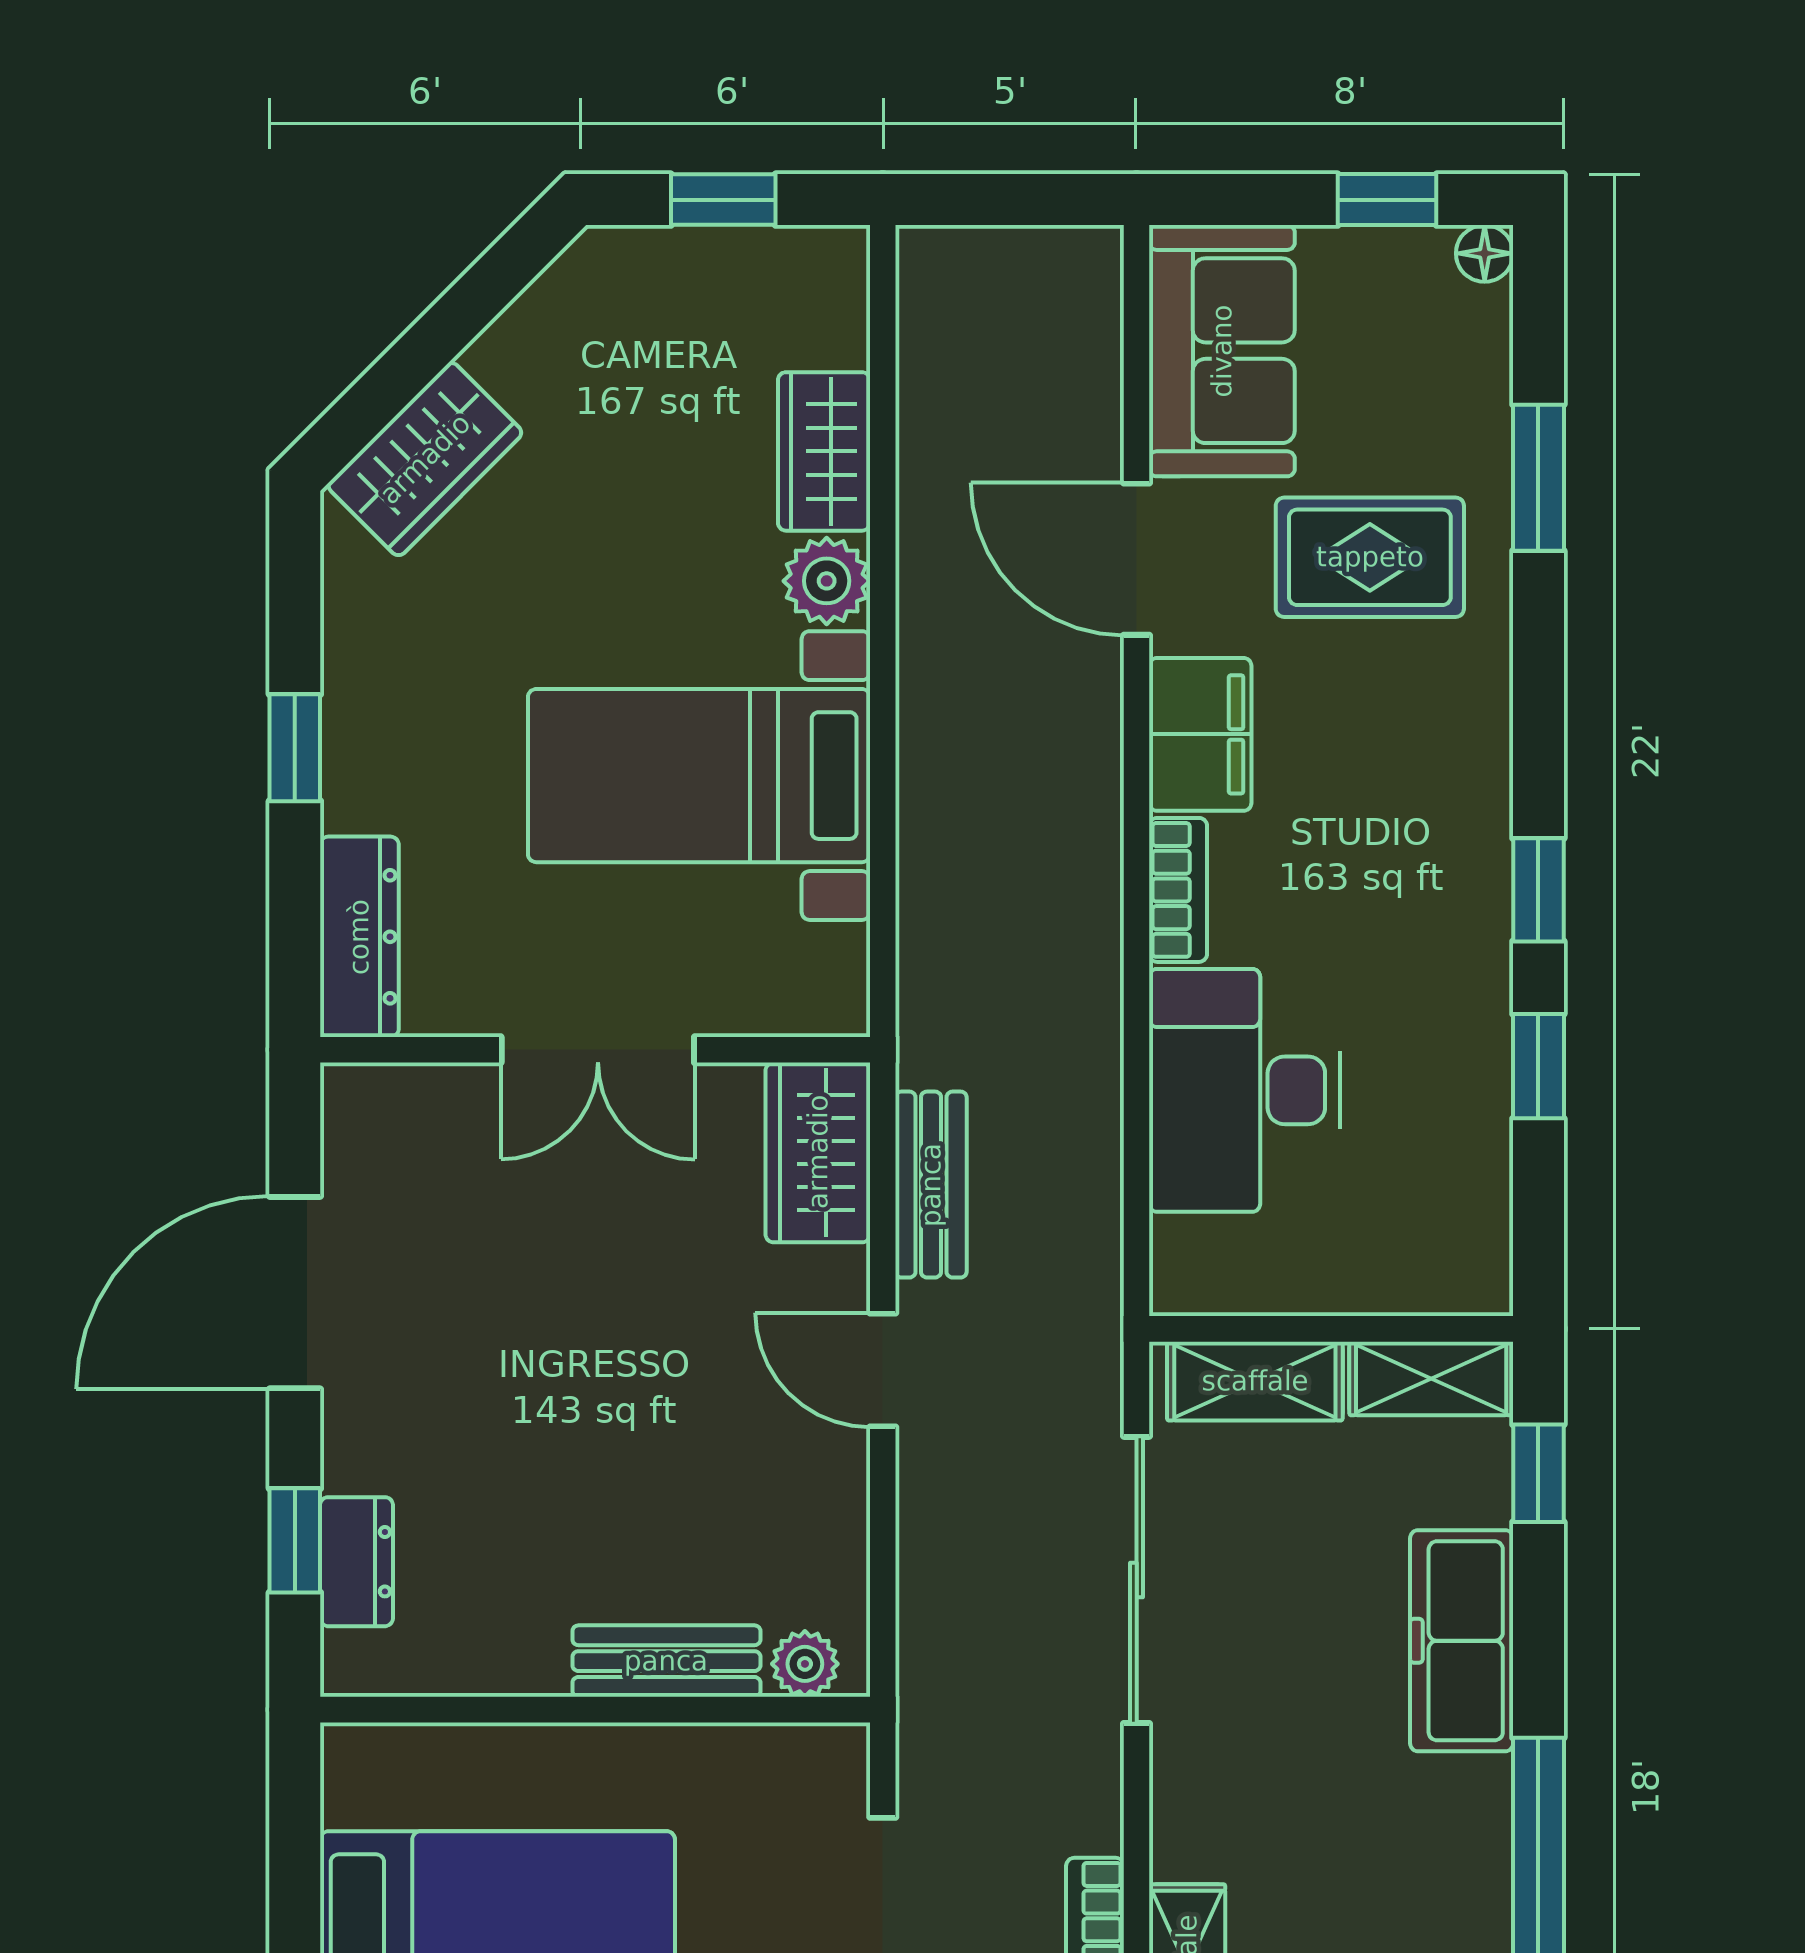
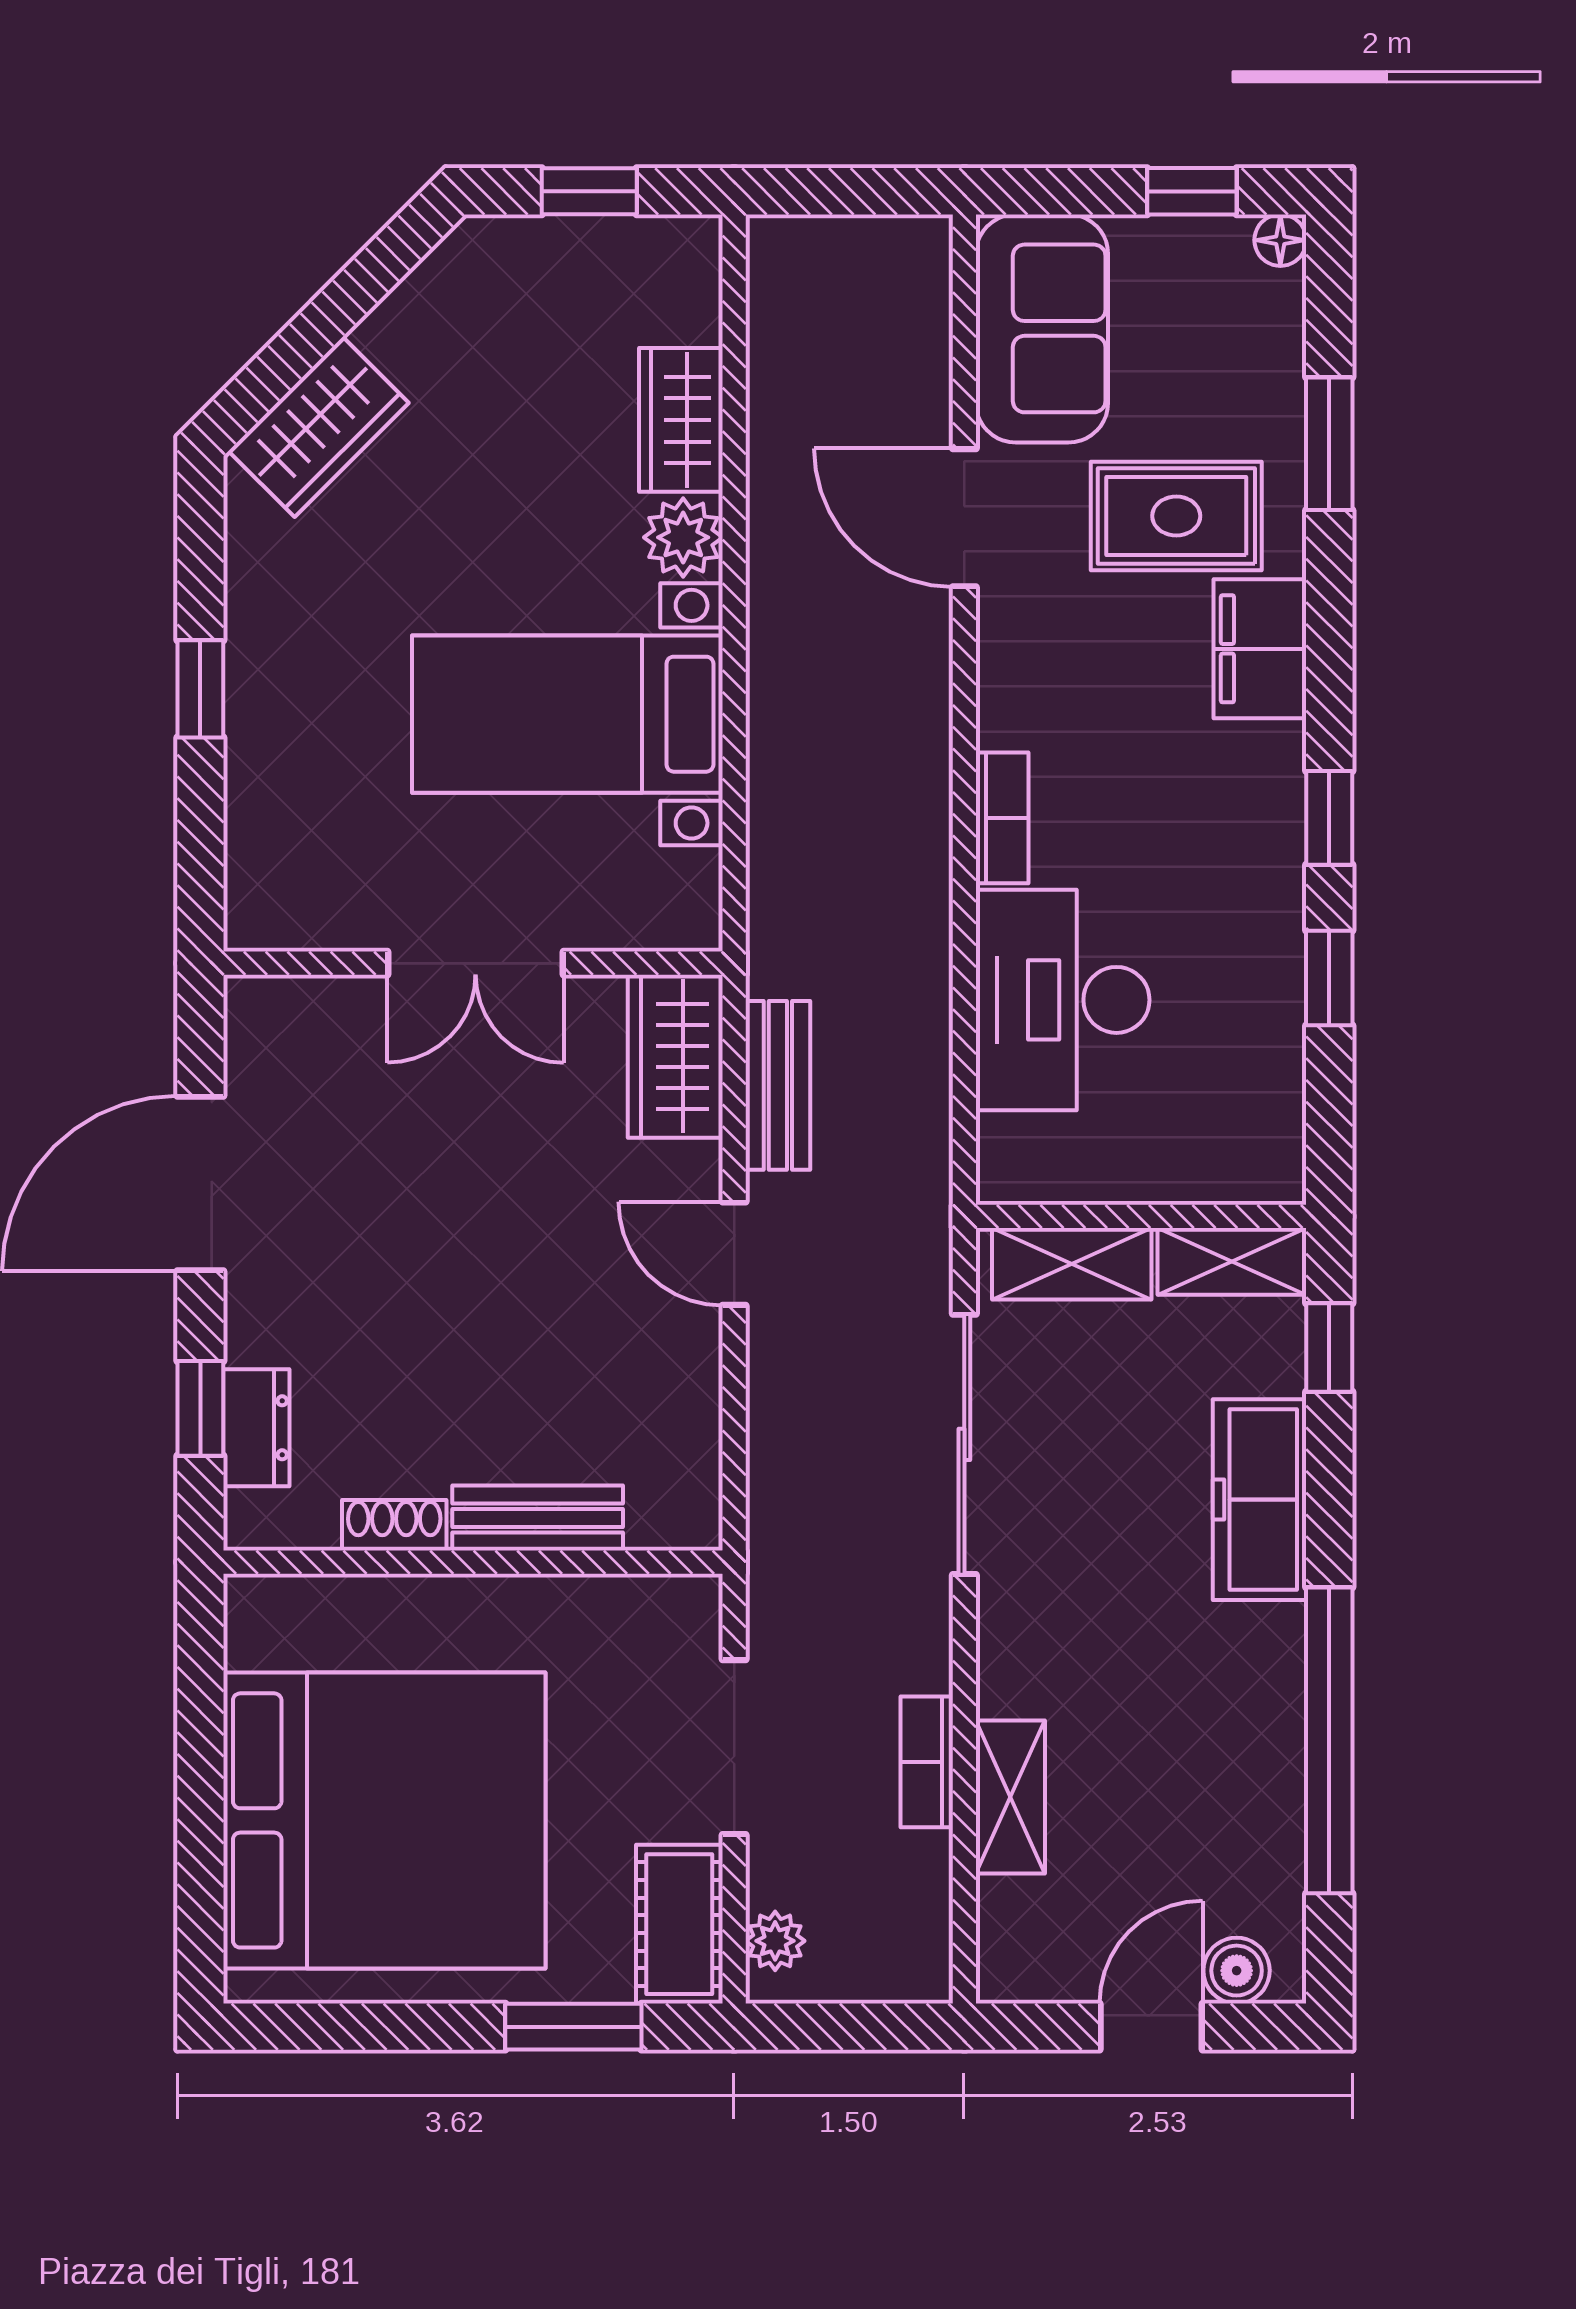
filing cabinet: (1200, 734) -> (1260, 649), moved, turned 180
dresser: (359, 937) -> (259, 860), removed
plant: (805, 1664) -> (663, 1521), removed
shoe rack: (508, 1669) -> (394, 1525), added

